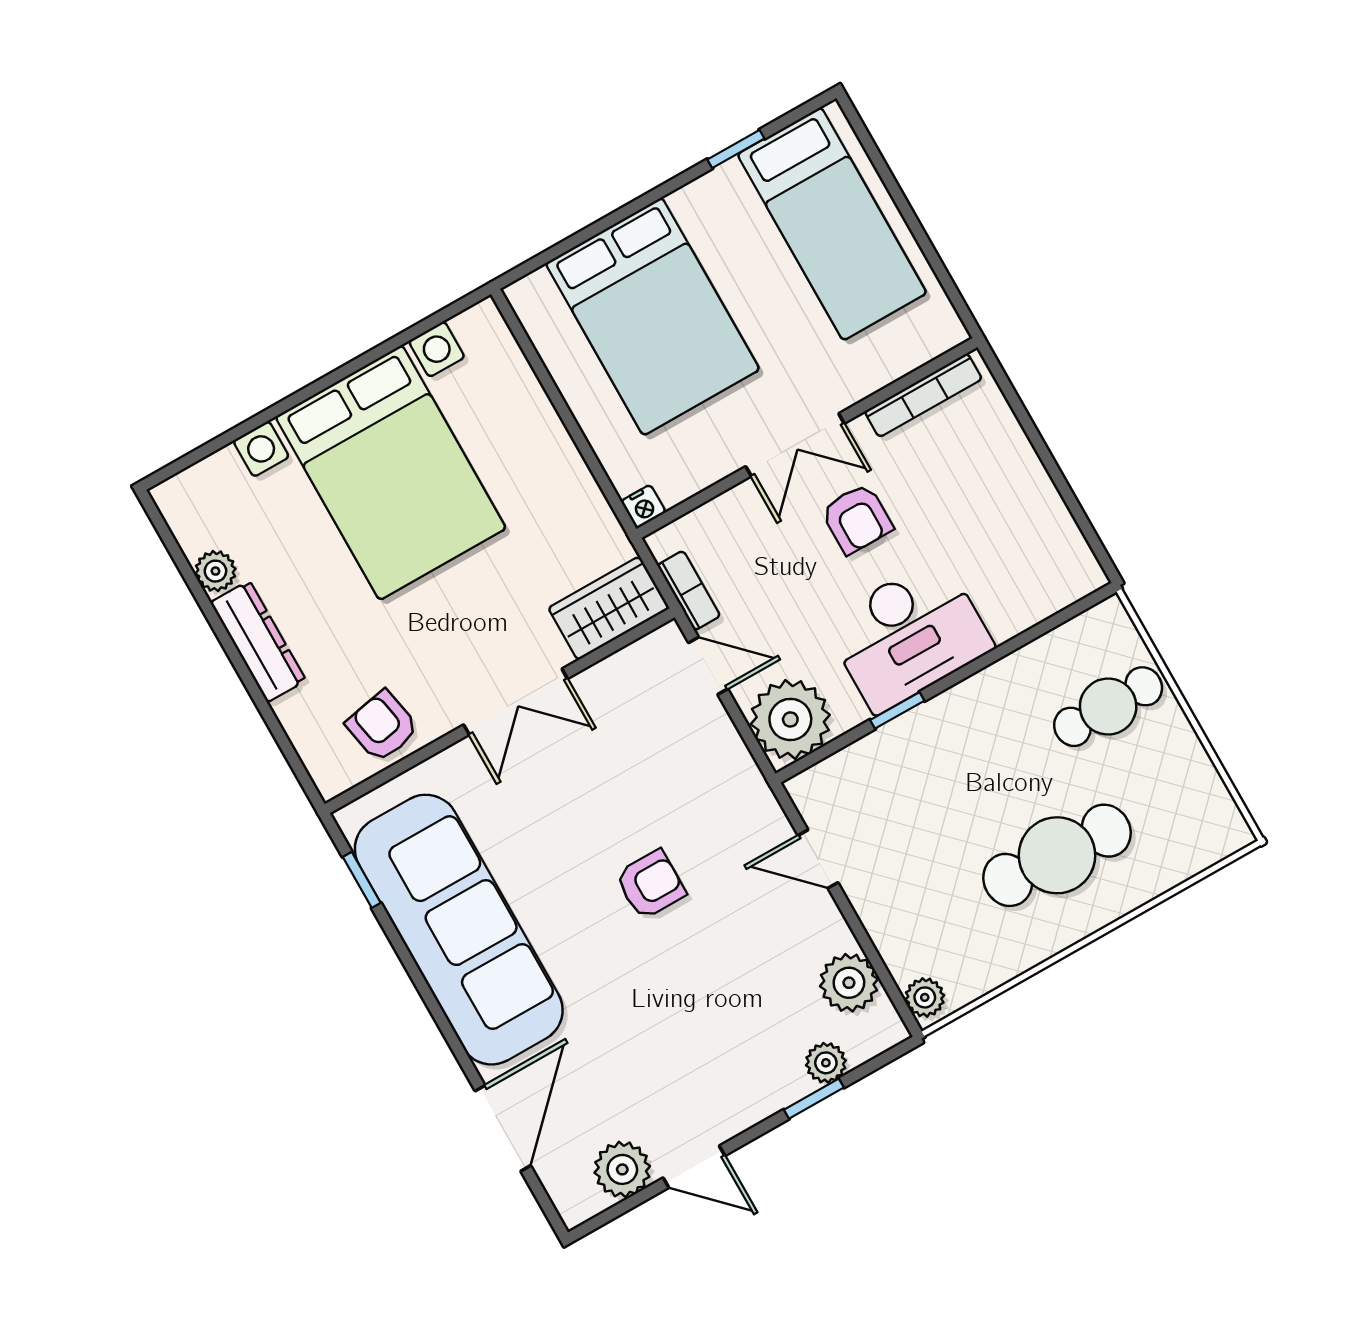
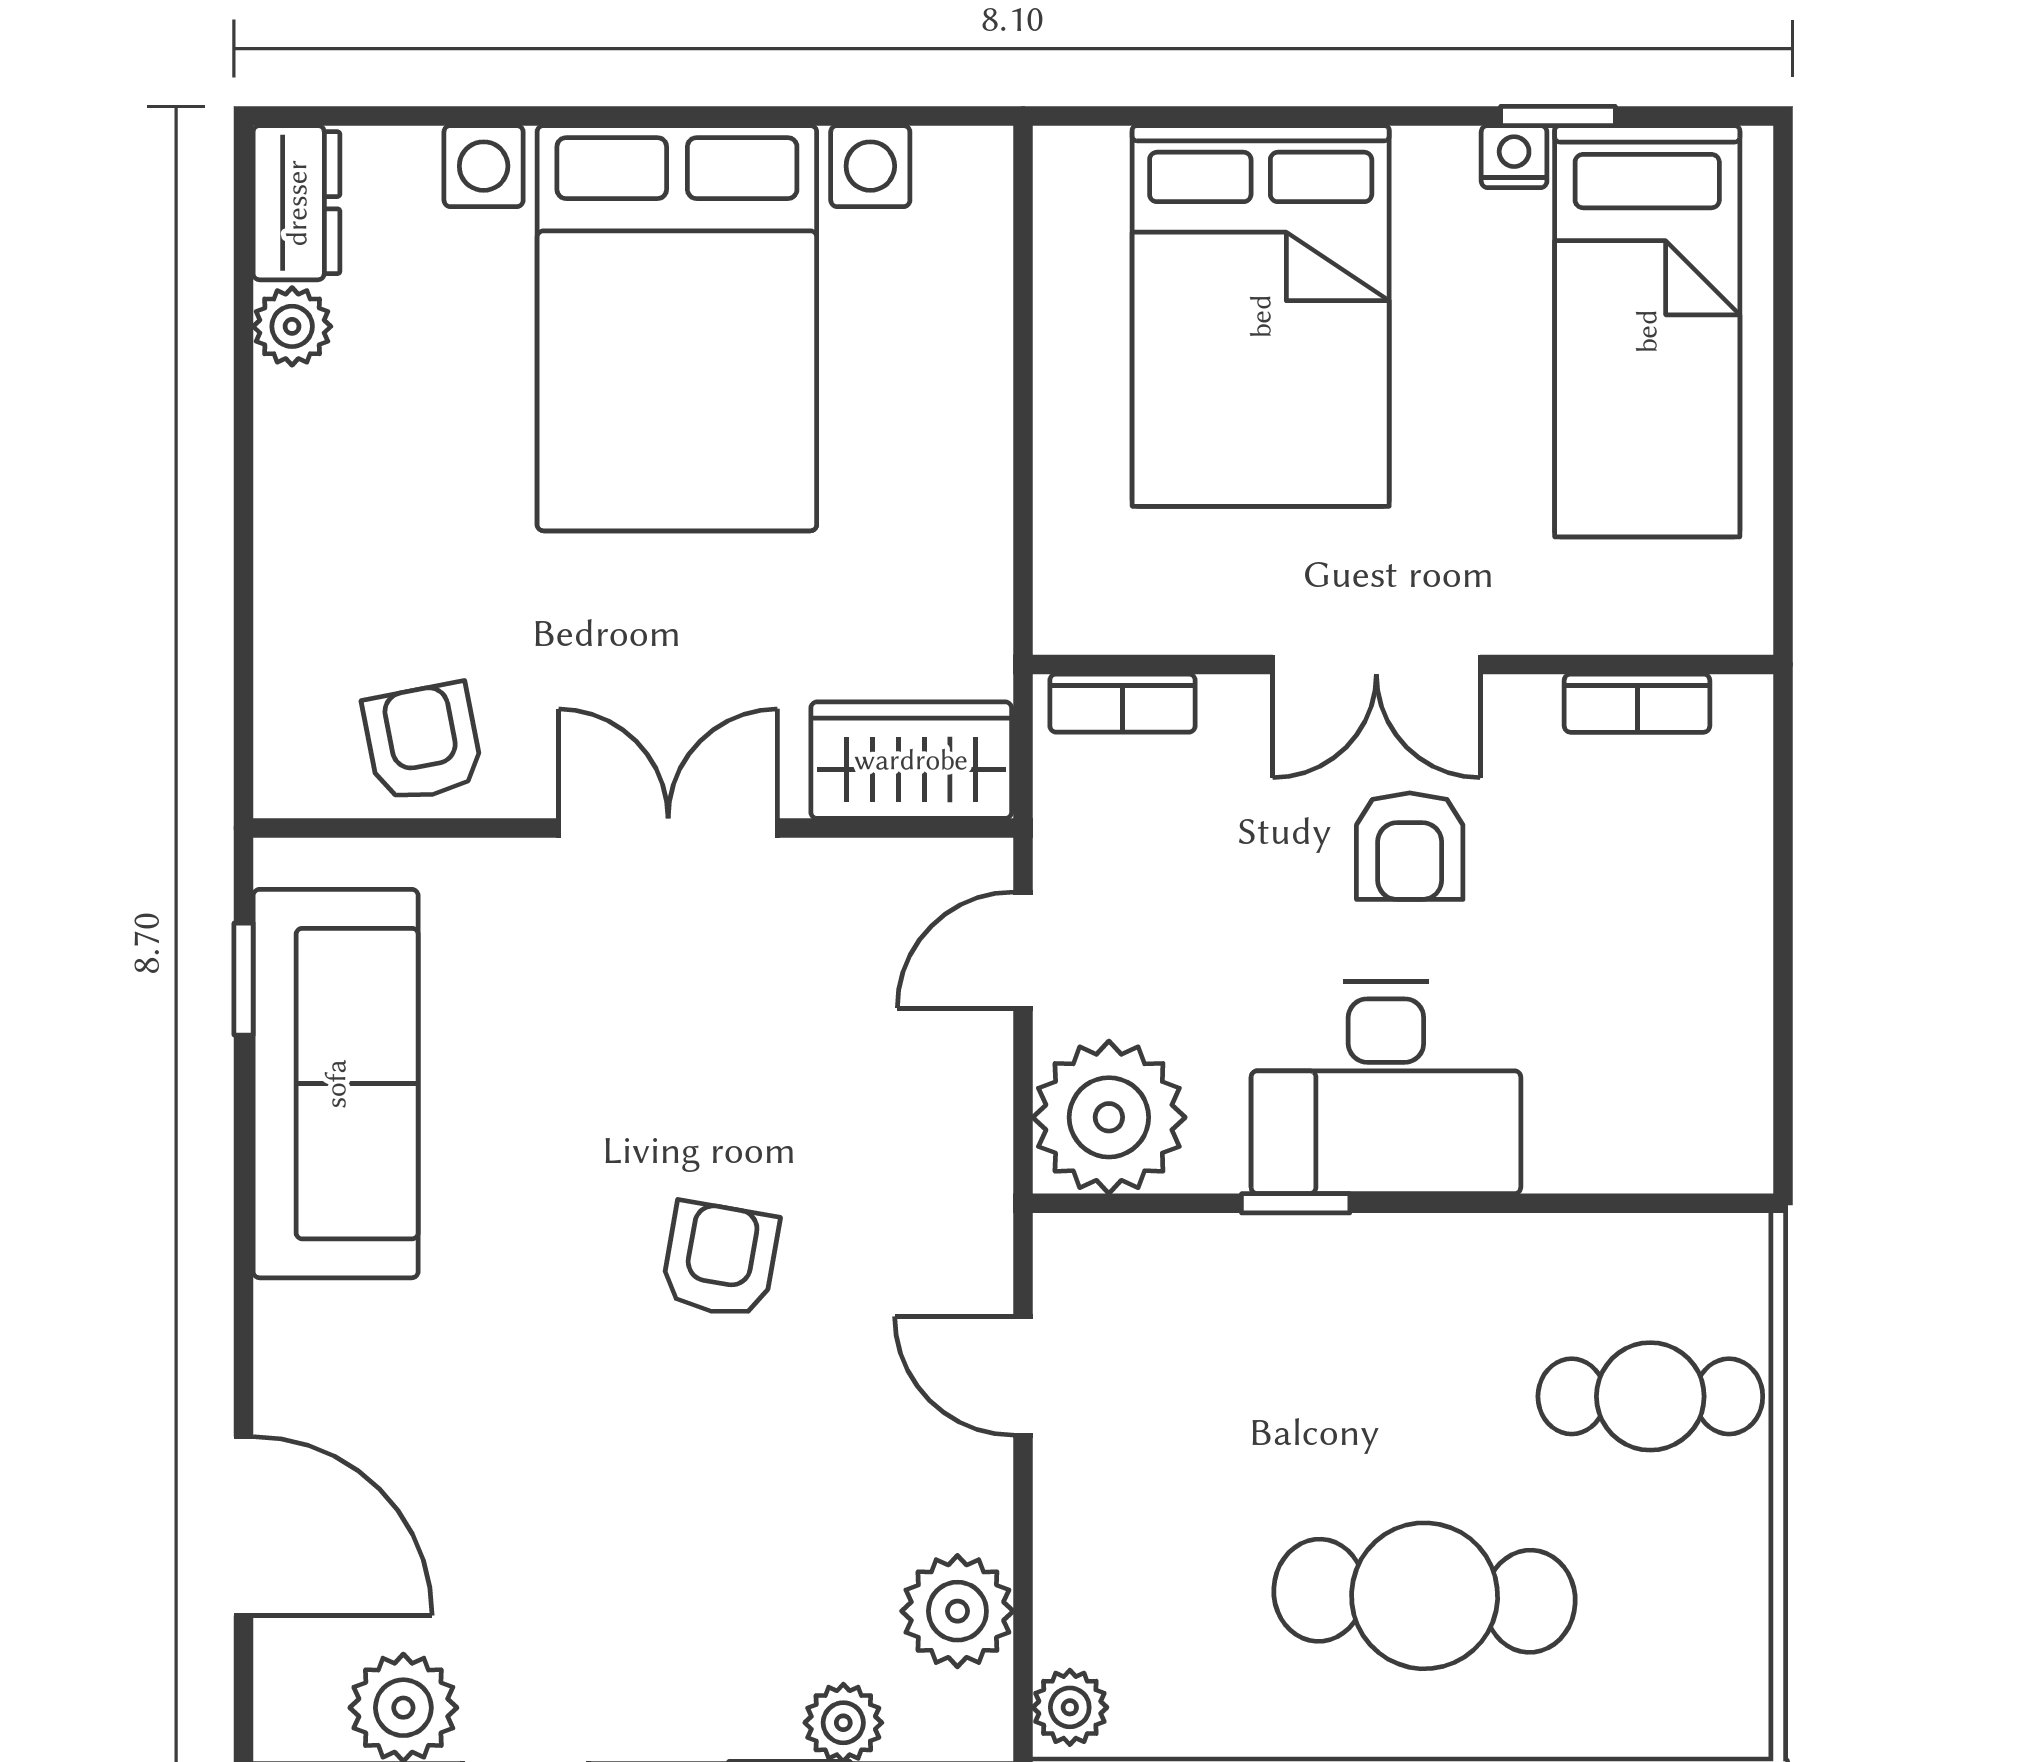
bookcase: (923, 395) -> (1637, 703), width x0.64
nightstand: (643, 507) -> (1514, 157), moved, turned 180
bookcase: (689, 591) -> (1122, 703), moved, turned 90
dresser: (258, 641) -> (297, 203), moved, width x0.70
door: (708, 666) -> (1023, 950), swing flipped
double door: (516, 702) -> (668, 828), swing flipped
armchair: (651, 884) -> (720, 1260), turned -80
sofa: (459, 930) -> (336, 1084), width x0.74, depth x0.79
door: (503, 1128) -> (244, 1526), hinge flipped

